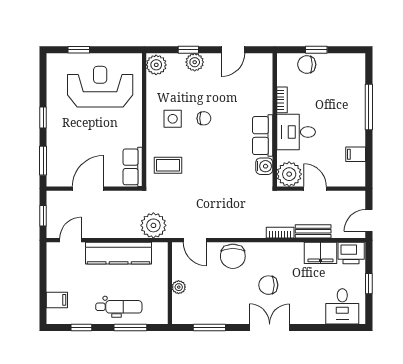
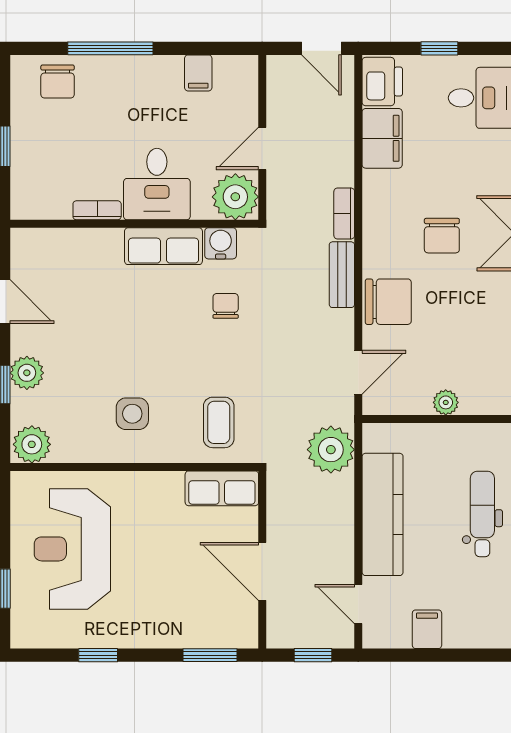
chair: (307, 64) -> (58, 81), moved
window: (43, 118) -> (98, 655), moved
chair: (204, 118) -> (226, 306), moved
bench: (313, 231) -> (342, 275), moved
filing cabinet: (57, 300) -> (427, 629), moved

